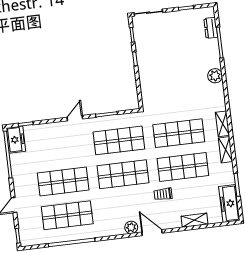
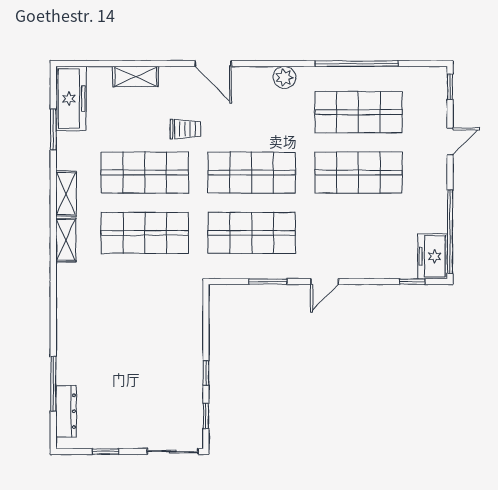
dresser: (211, 28) -> (66, 411), width x1.44
plant: (215, 76) -> (69, 326), removed
plant: (131, 227) -> (284, 77), moved

